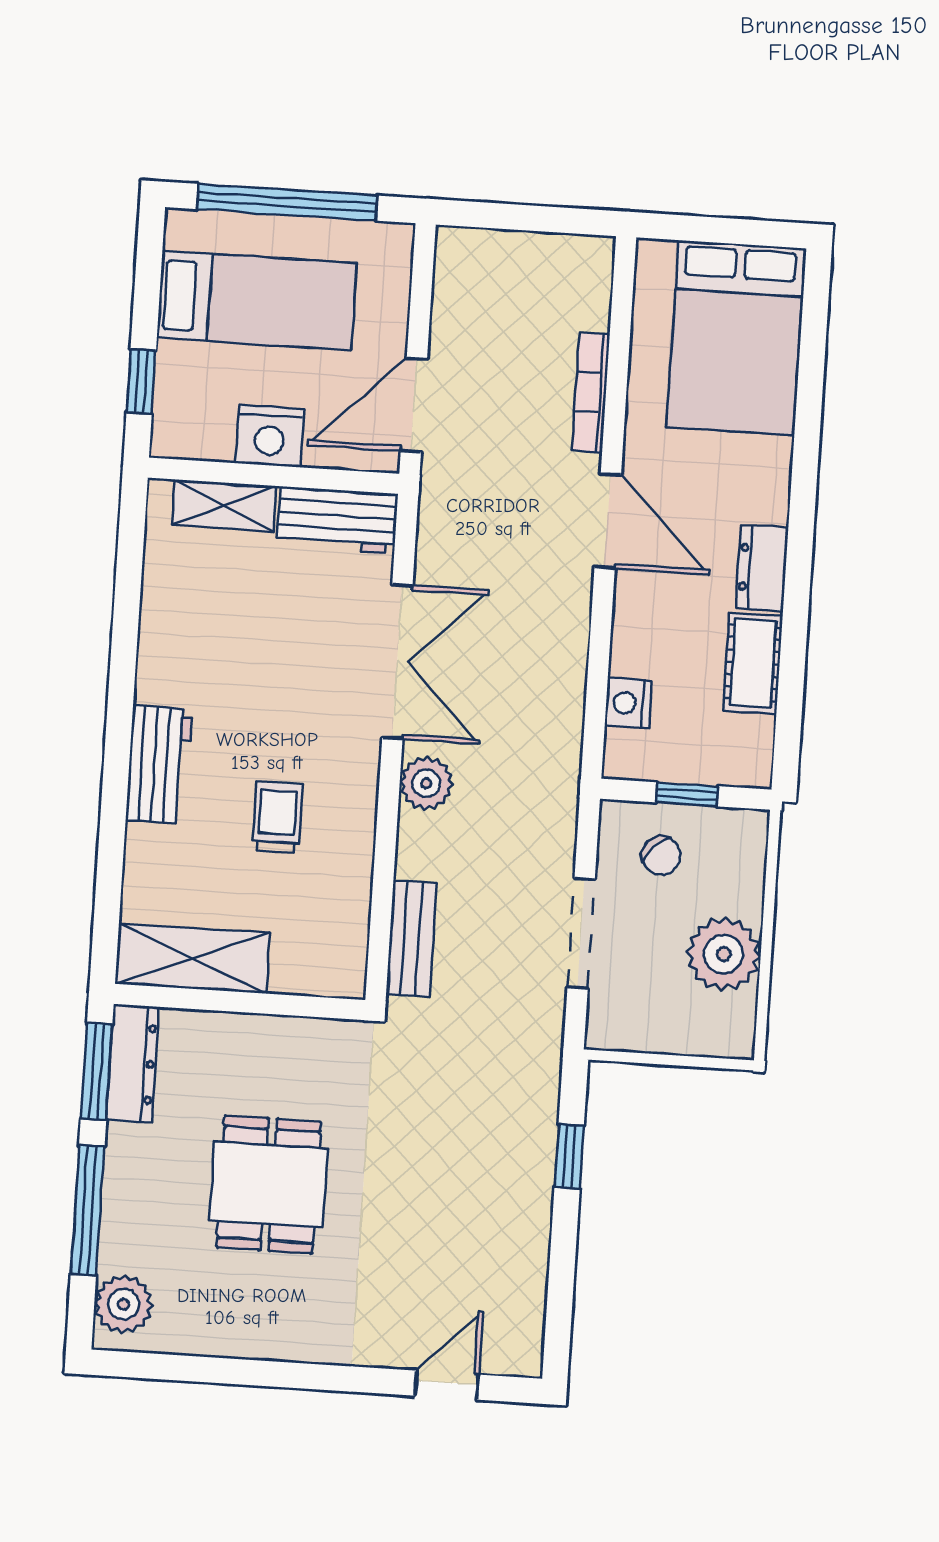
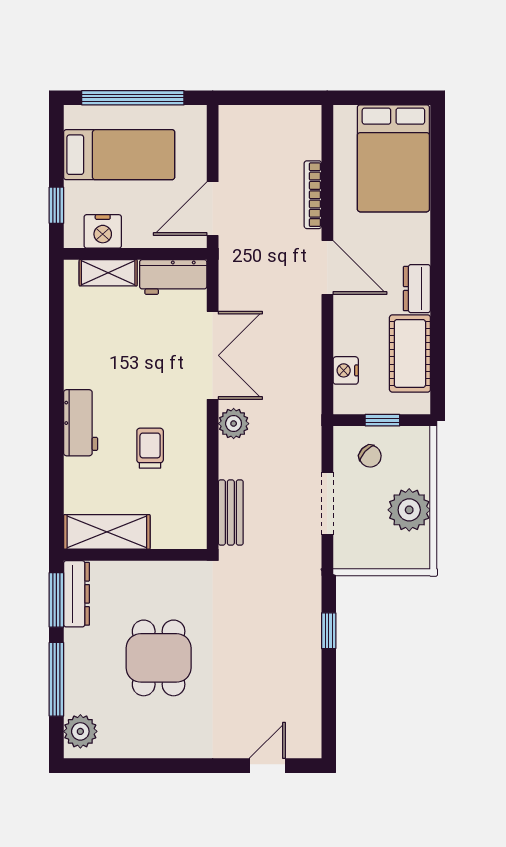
nightstand: (270, 436) -> (103, 231), moved
cot: (753, 663) -> (410, 353), width x1.37, depth x1.34

